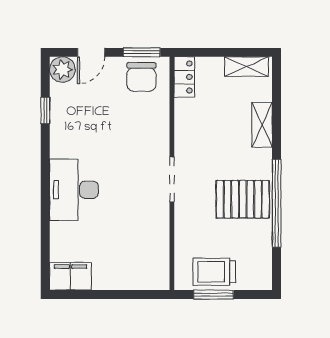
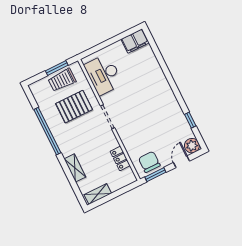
locker: (184, 77) -> (120, 159), moved
desk: (74, 190) -> (103, 75), moved, turned 180
pallet: (243, 199) -> (74, 107), moved
trolley: (214, 272) -> (62, 80), turned 180

